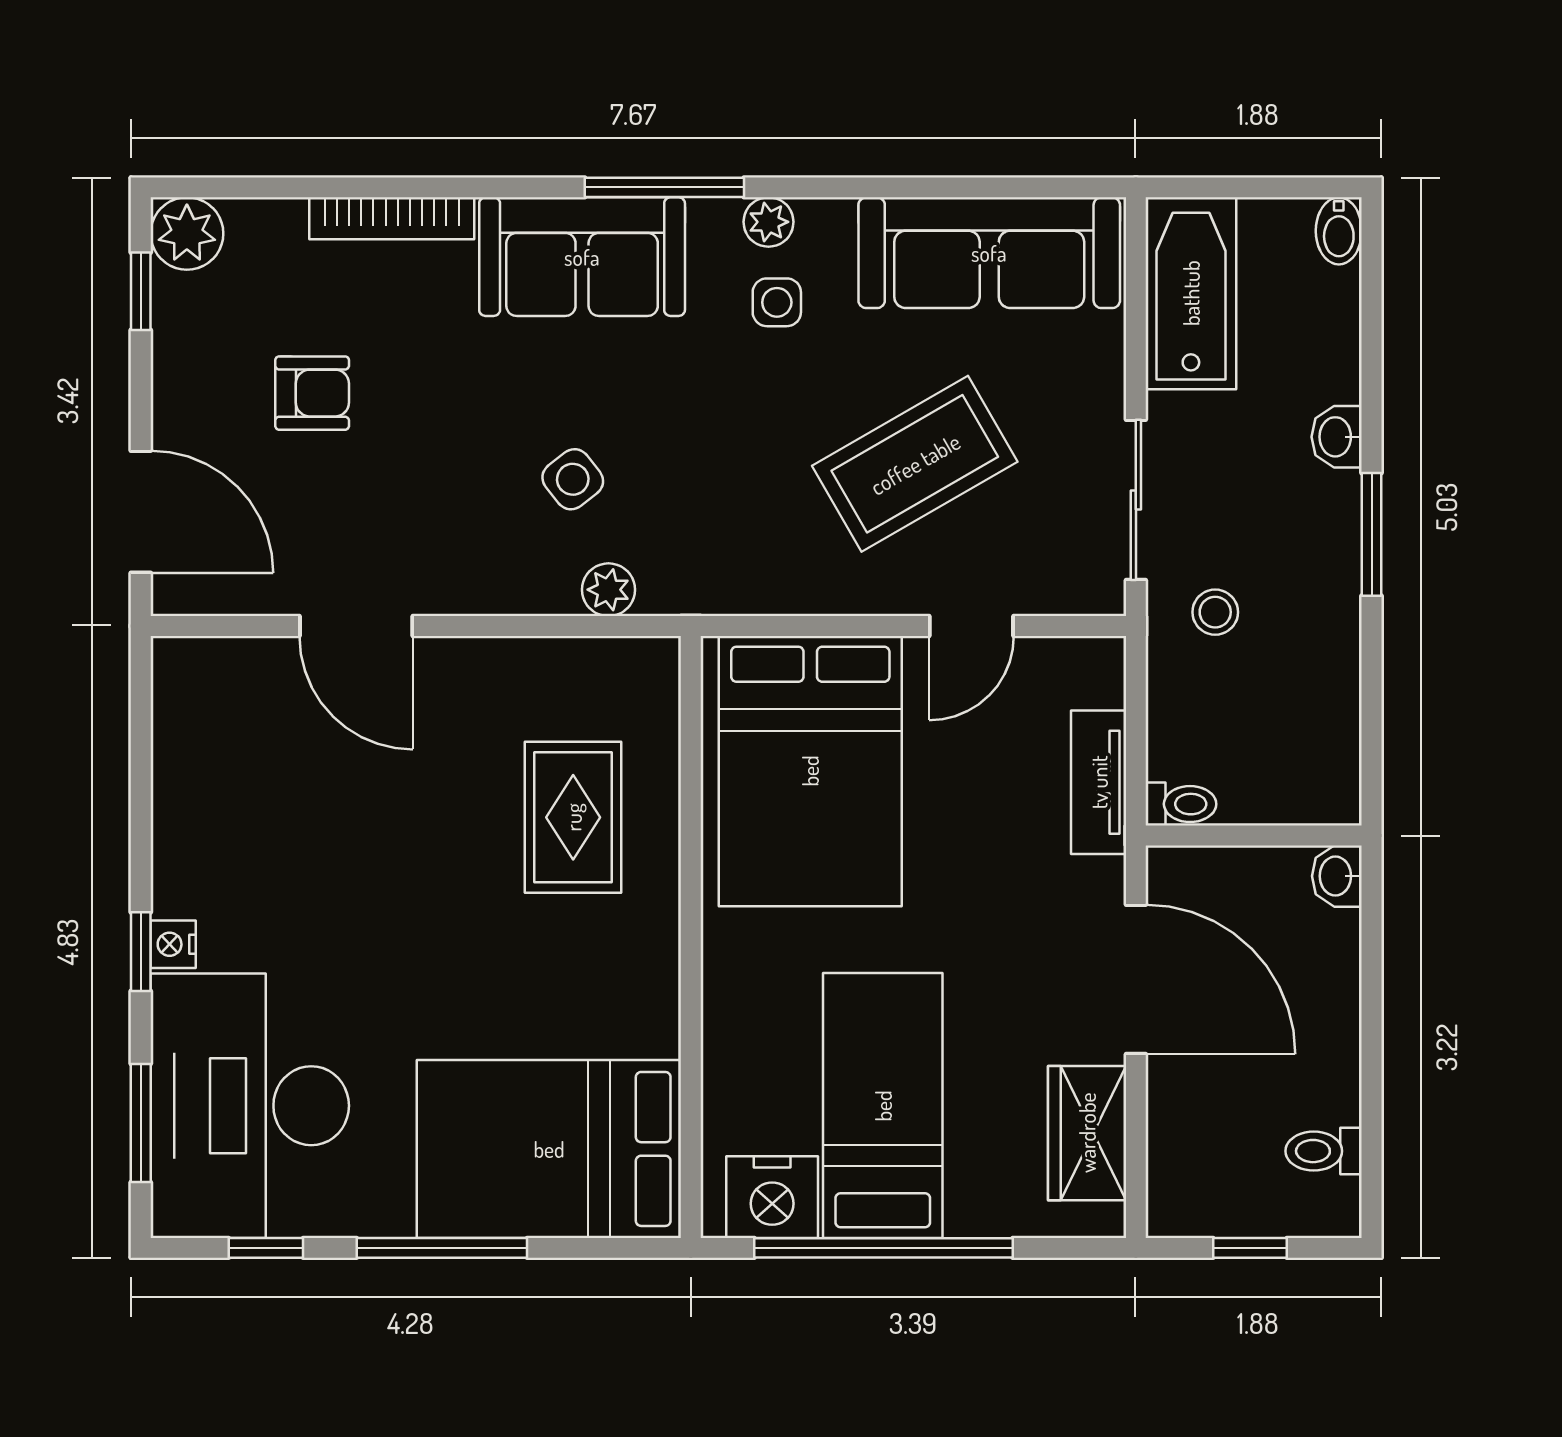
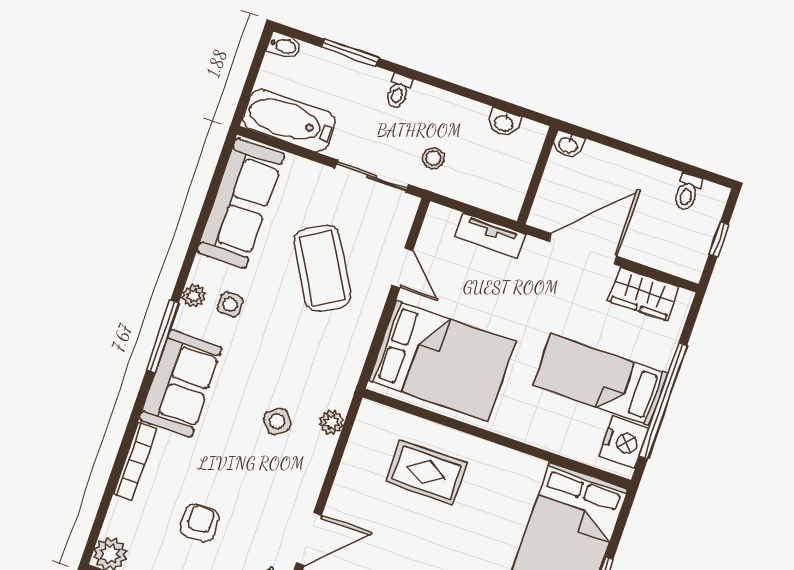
washbasin: (1337, 437) -> (504, 123), moved
window: (1372, 534) -> (350, 53), moved
toilet: (1181, 804) -> (398, 91), moved, turned 180

